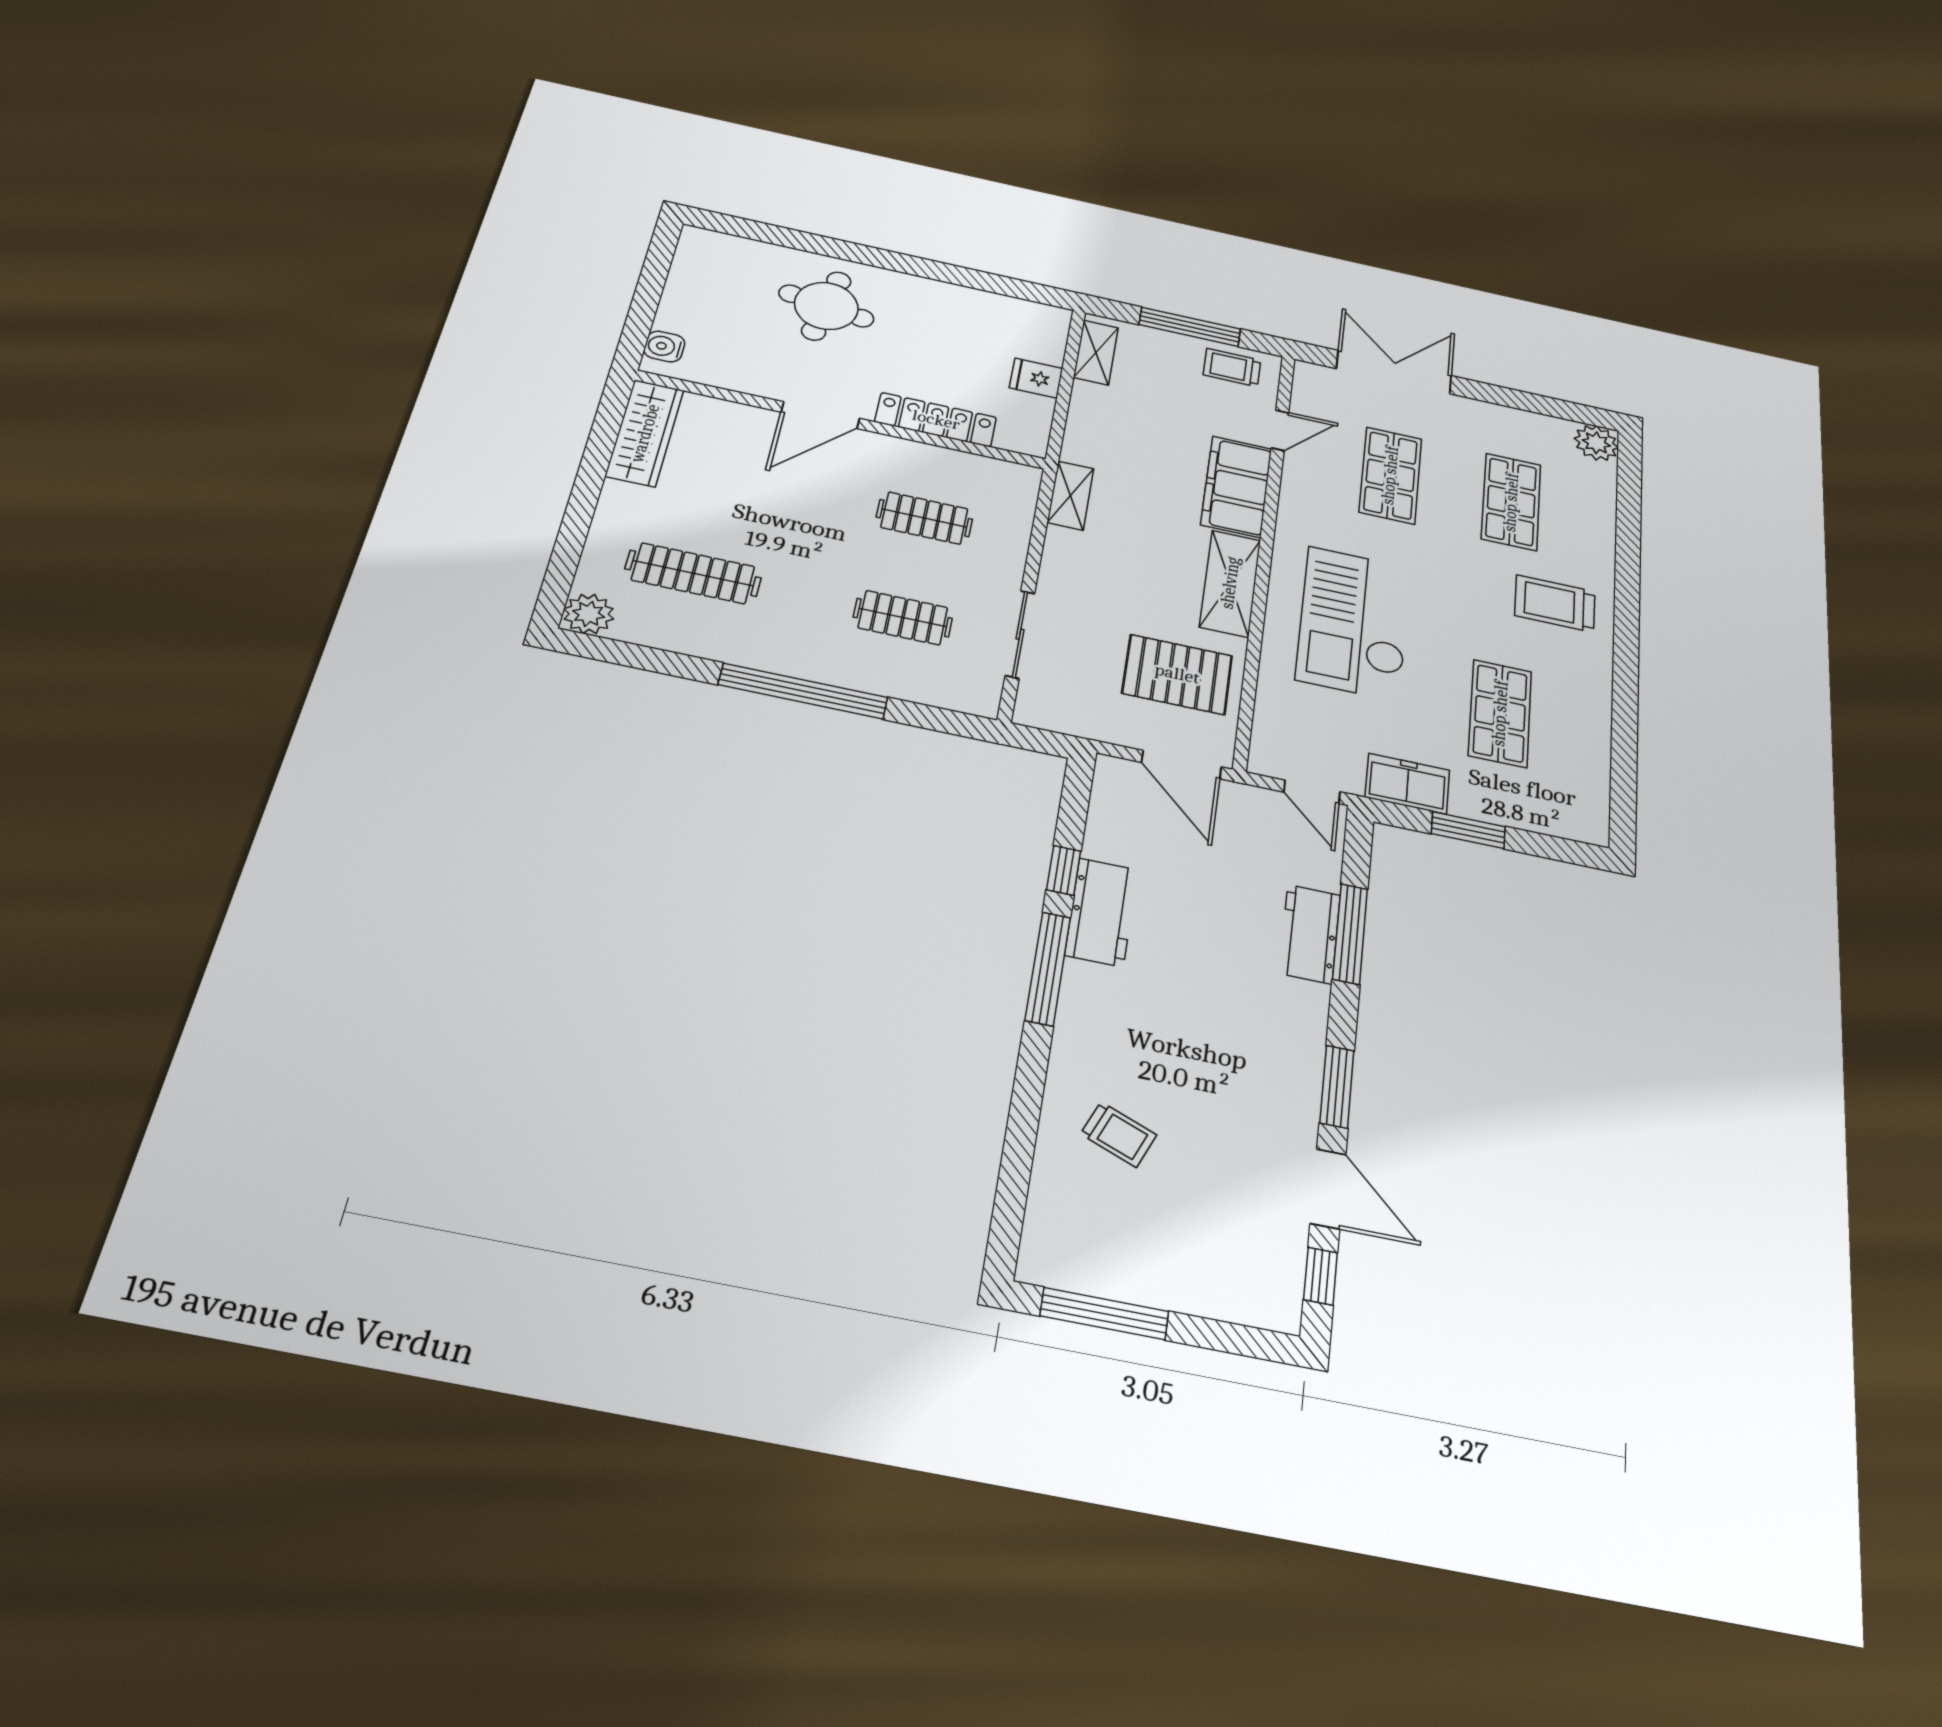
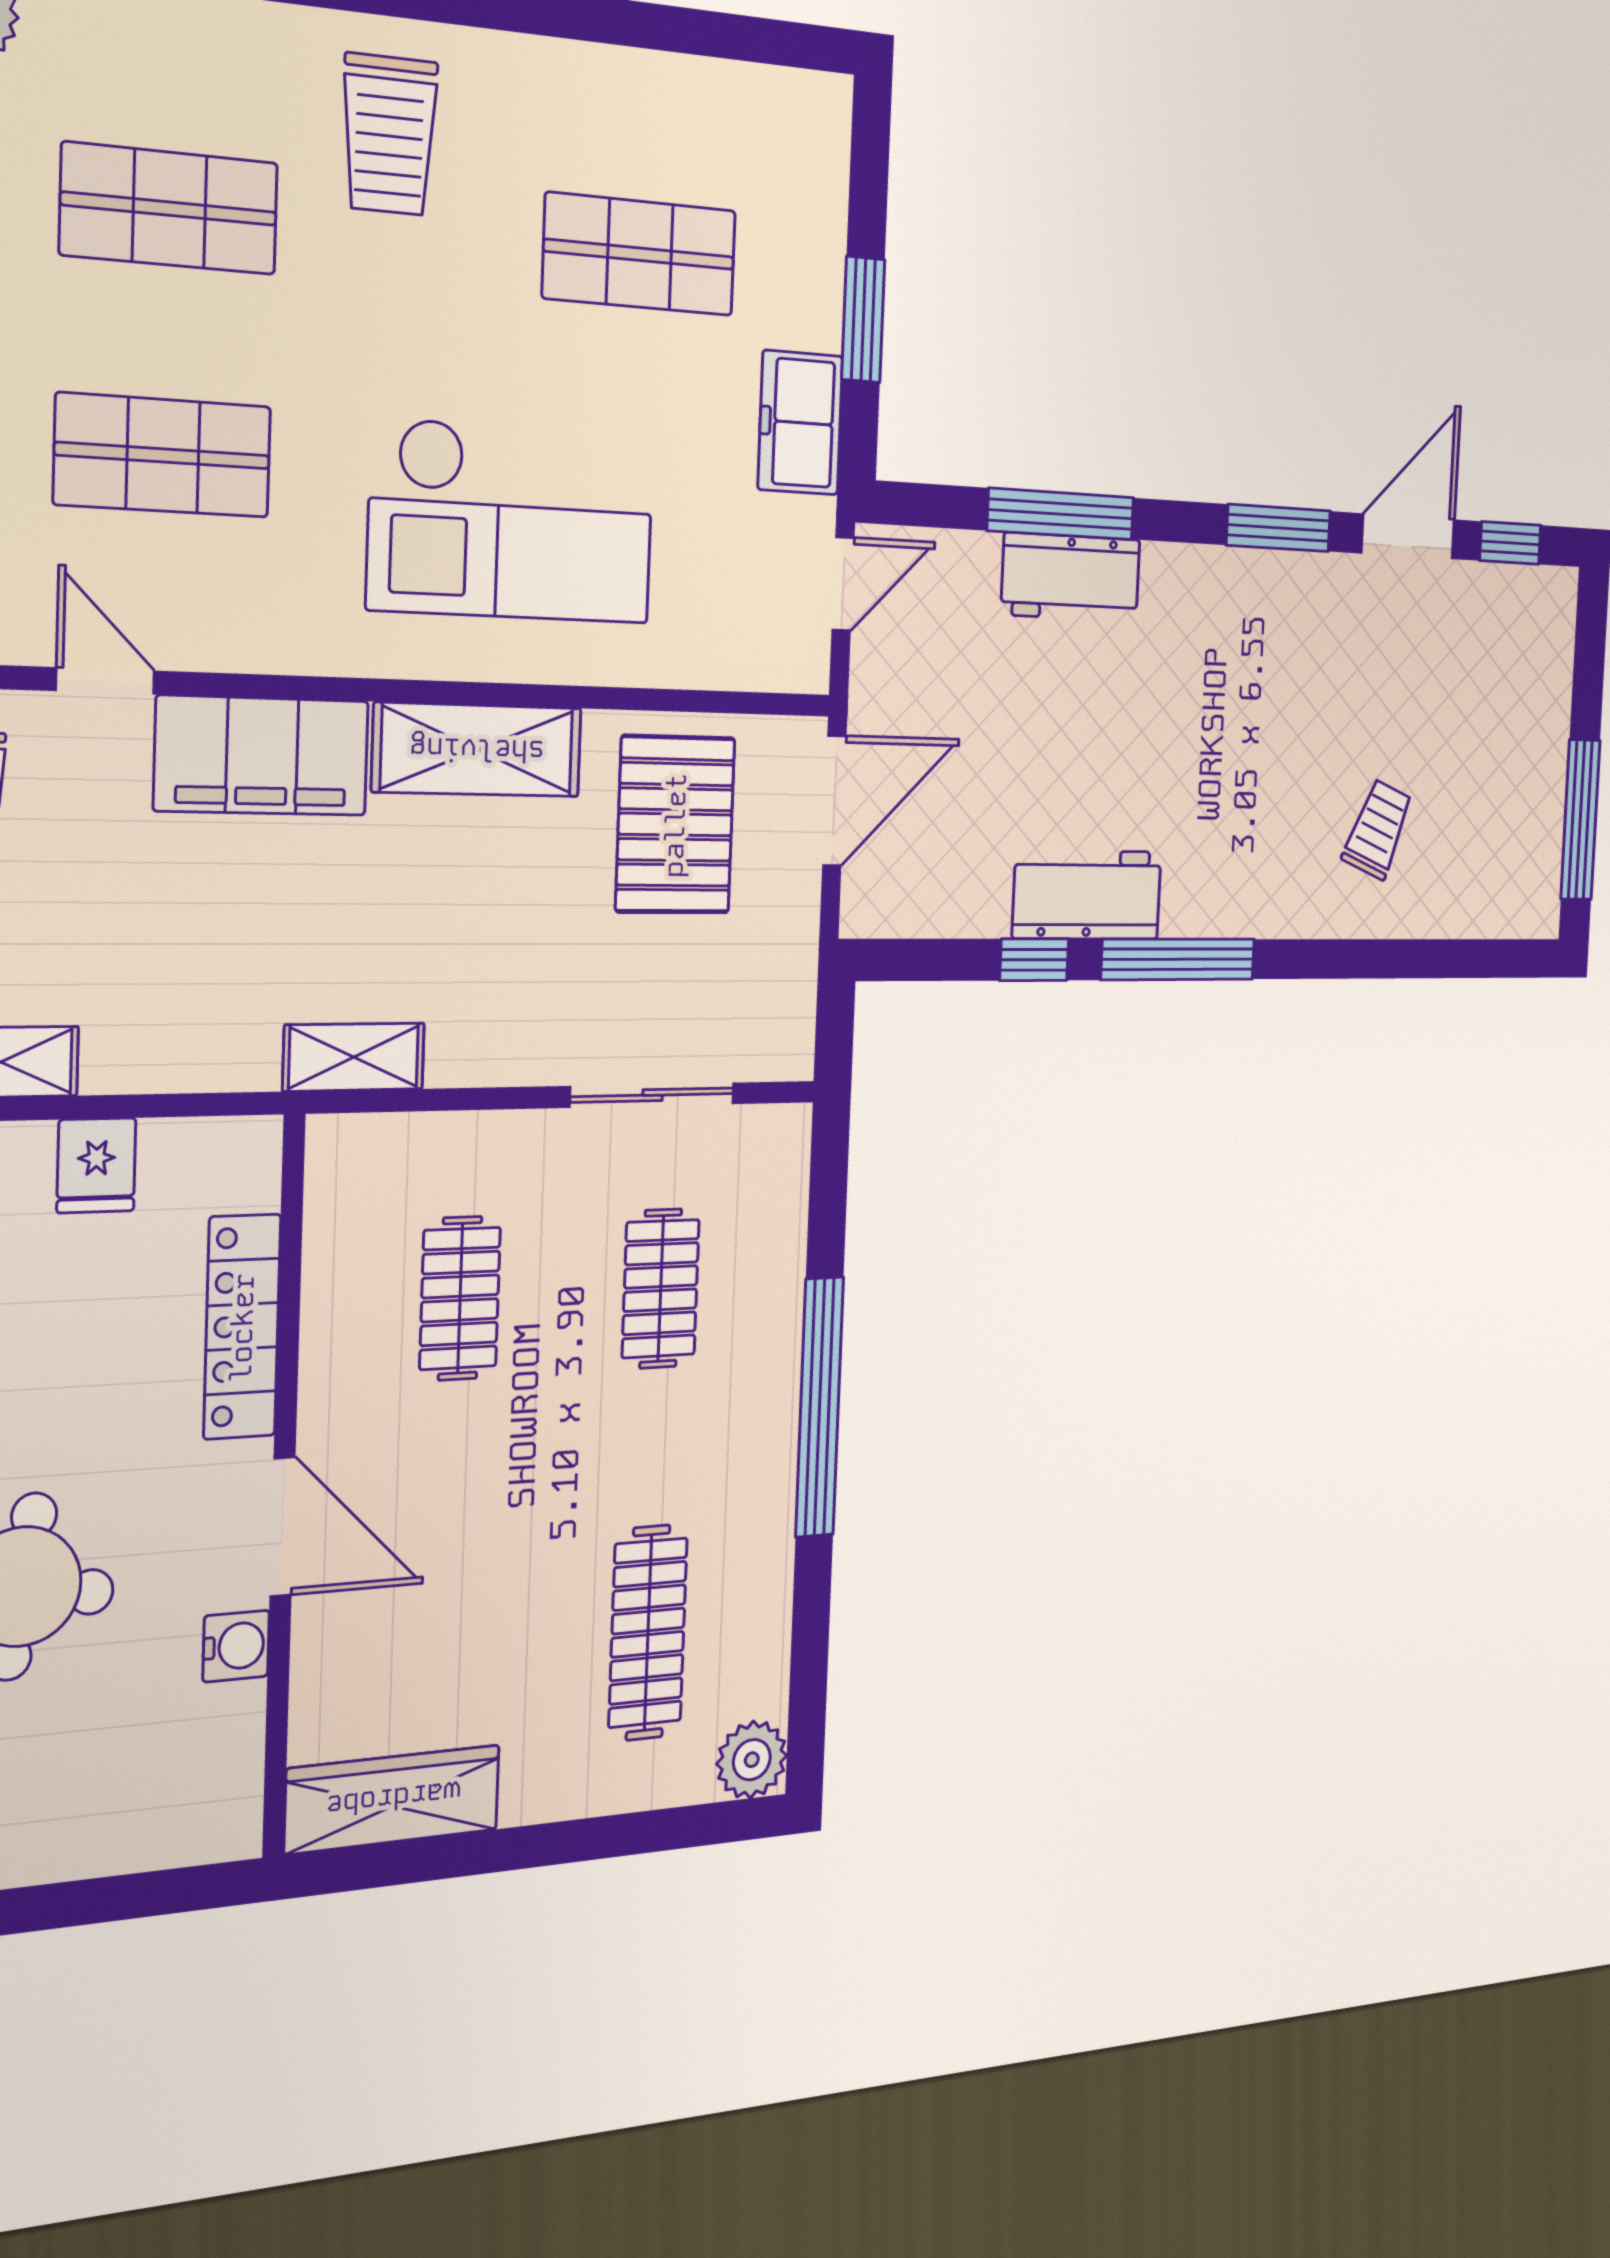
water cooler: (664, 346) -> (236, 1646), moved, turned -90

